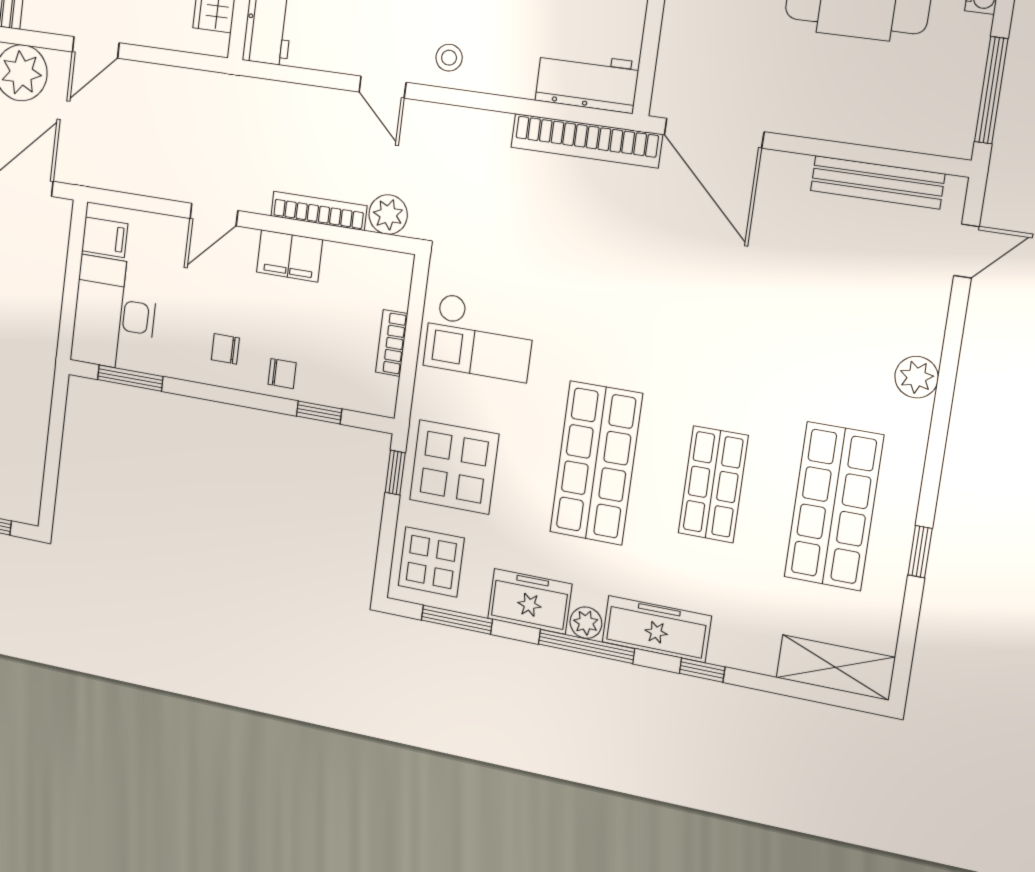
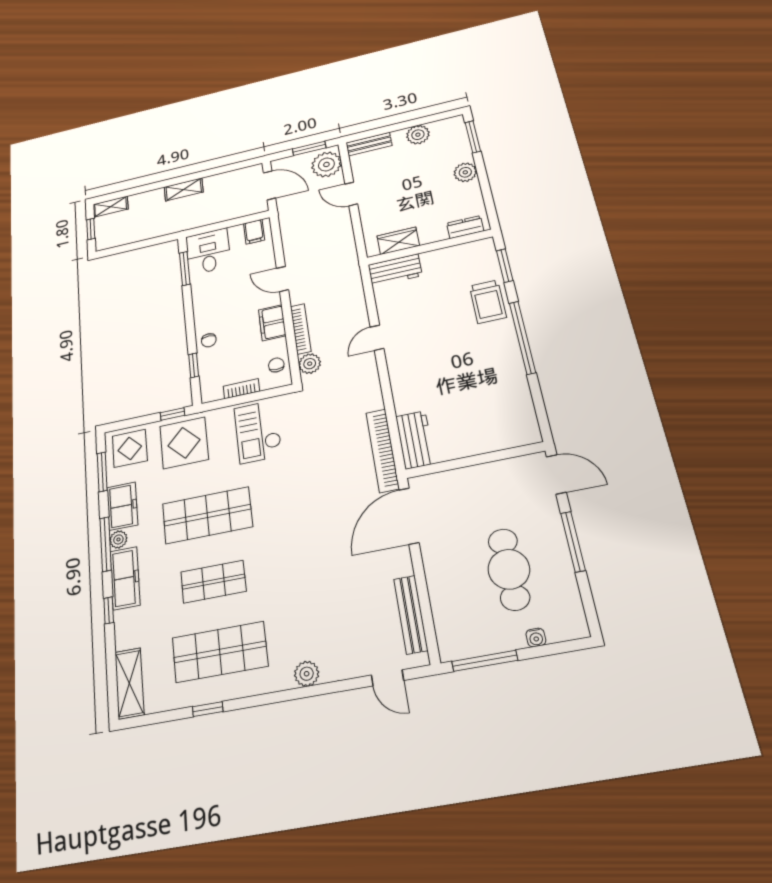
stool: (449, 58) -> (404, 365), removed
desk: (115, 314) -> (208, 252), width x0.73
chair: (225, 349) -> (276, 365), moved

